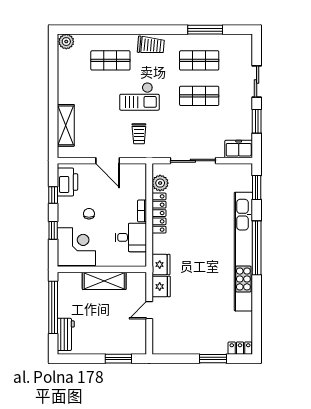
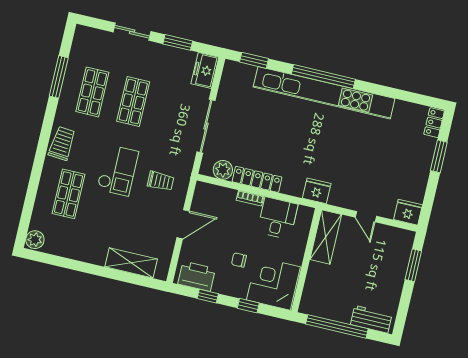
shelving: (104, 281) -> (326, 237), moved
fridge: (161, 286) -> (408, 212), moved

